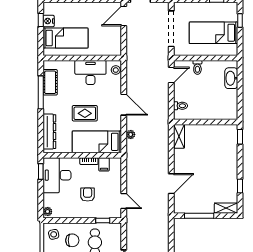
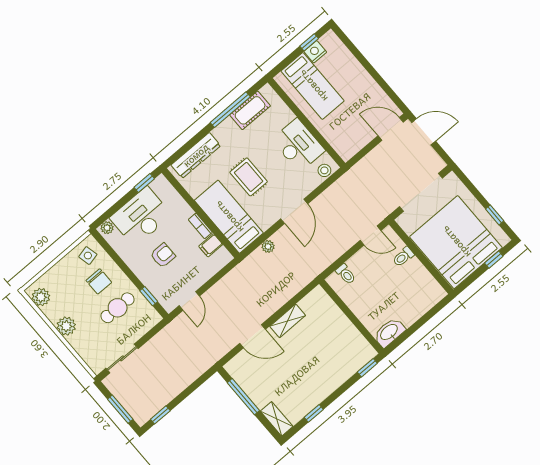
bed: (214, 33) -> (456, 242), width x2.04
washbasin: (231, 78) -> (389, 332), moved
shelving: (179, 136) -> (288, 321), moved
desk: (57, 175) -> (141, 217), moved

